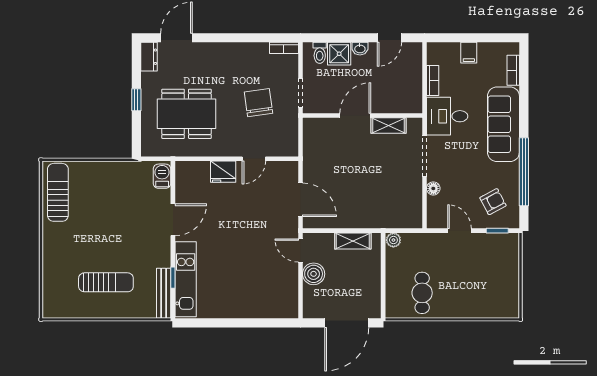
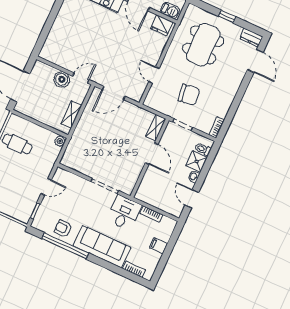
shelving: (389, 126) -> (156, 128), moved
fridge: (223, 172) -> (162, 25), moved, turned -90
floor lamp: (433, 188) -> (81, 182), removed
armchair: (493, 202) -> (63, 229), moved, turned 120

